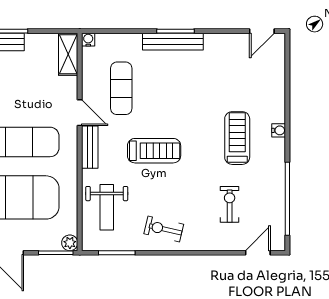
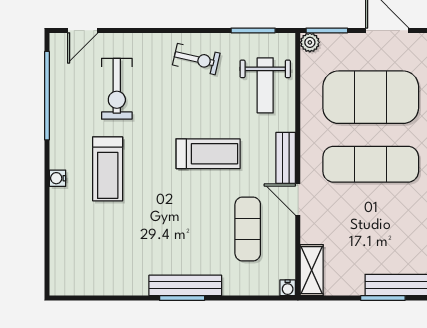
door: (262, 31) -> (78, 298), removed
treadmill: (154, 151) -> (208, 154), turned 180
exercise bike: (230, 204) -> (117, 89), width x1.38, depth x1.39
weight bench: (107, 207) -> (265, 85), turned 180

